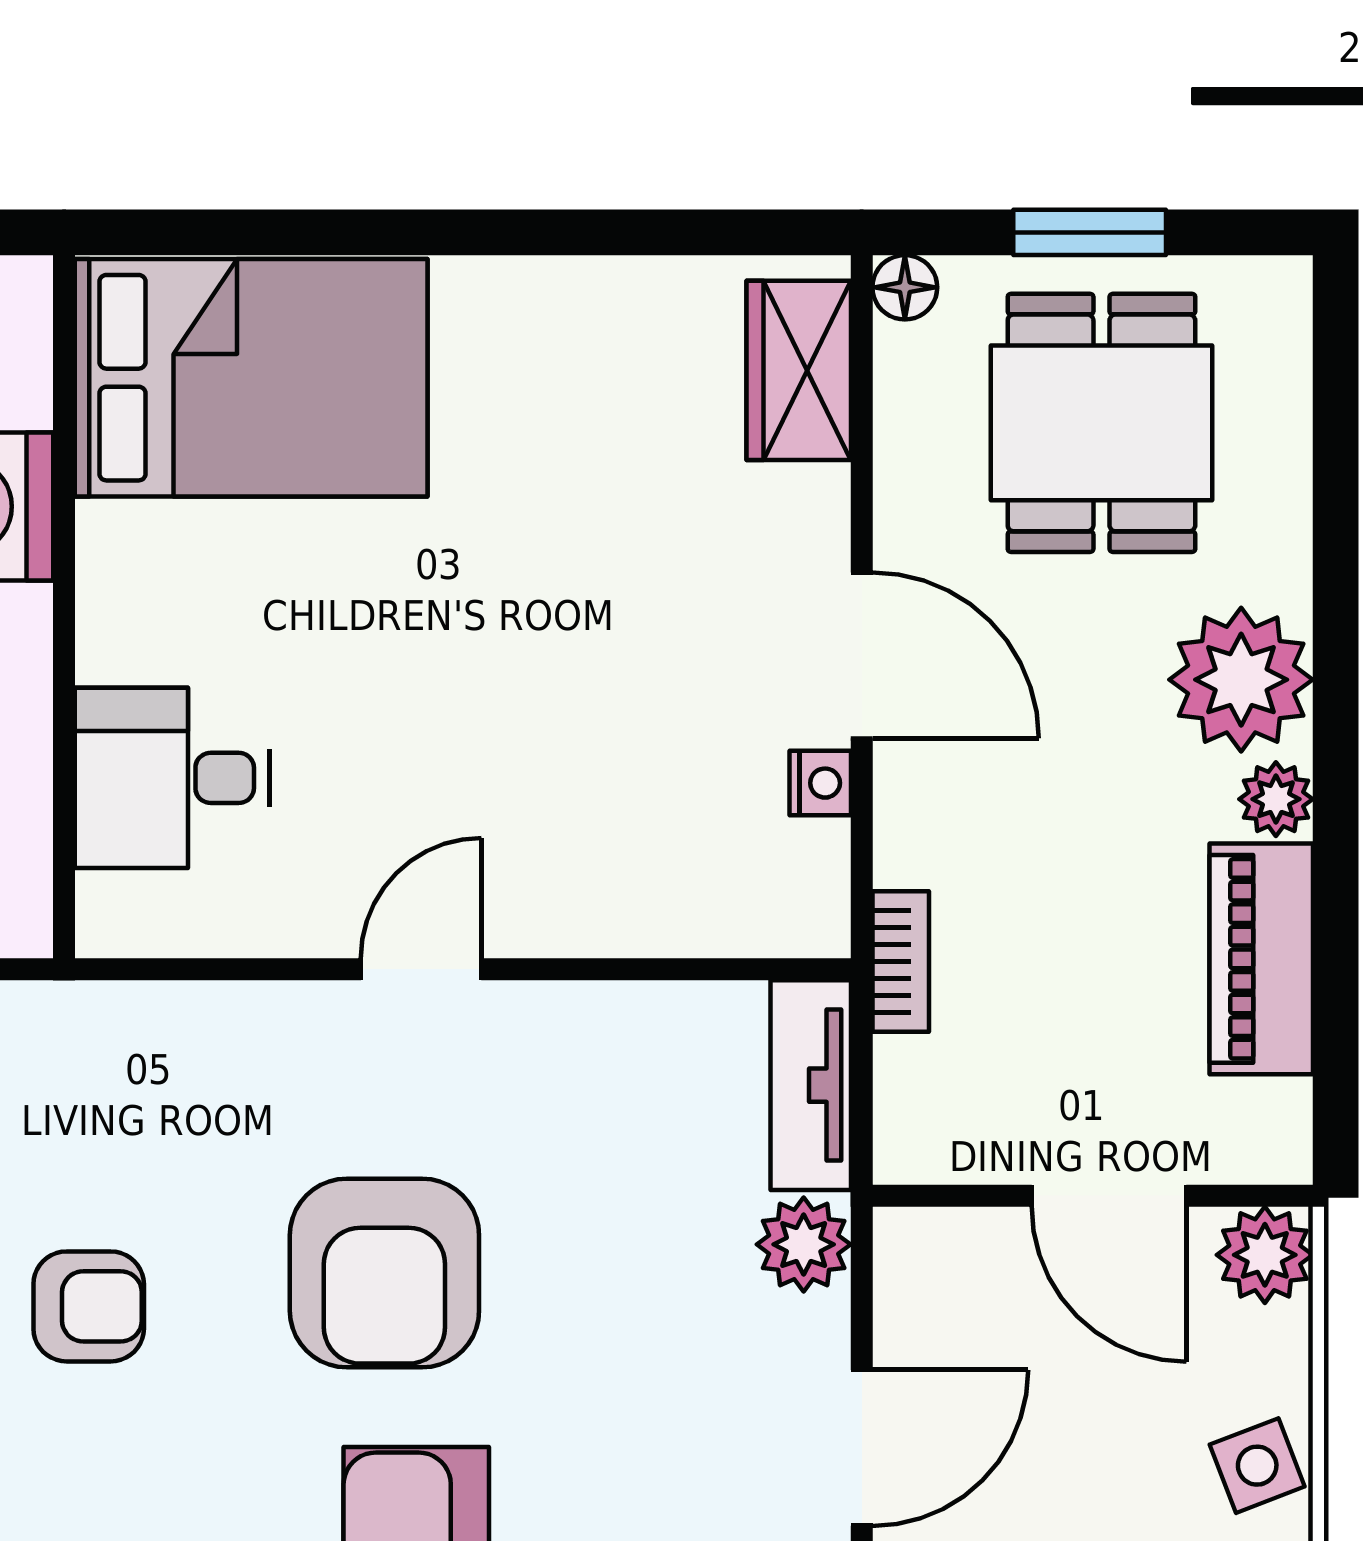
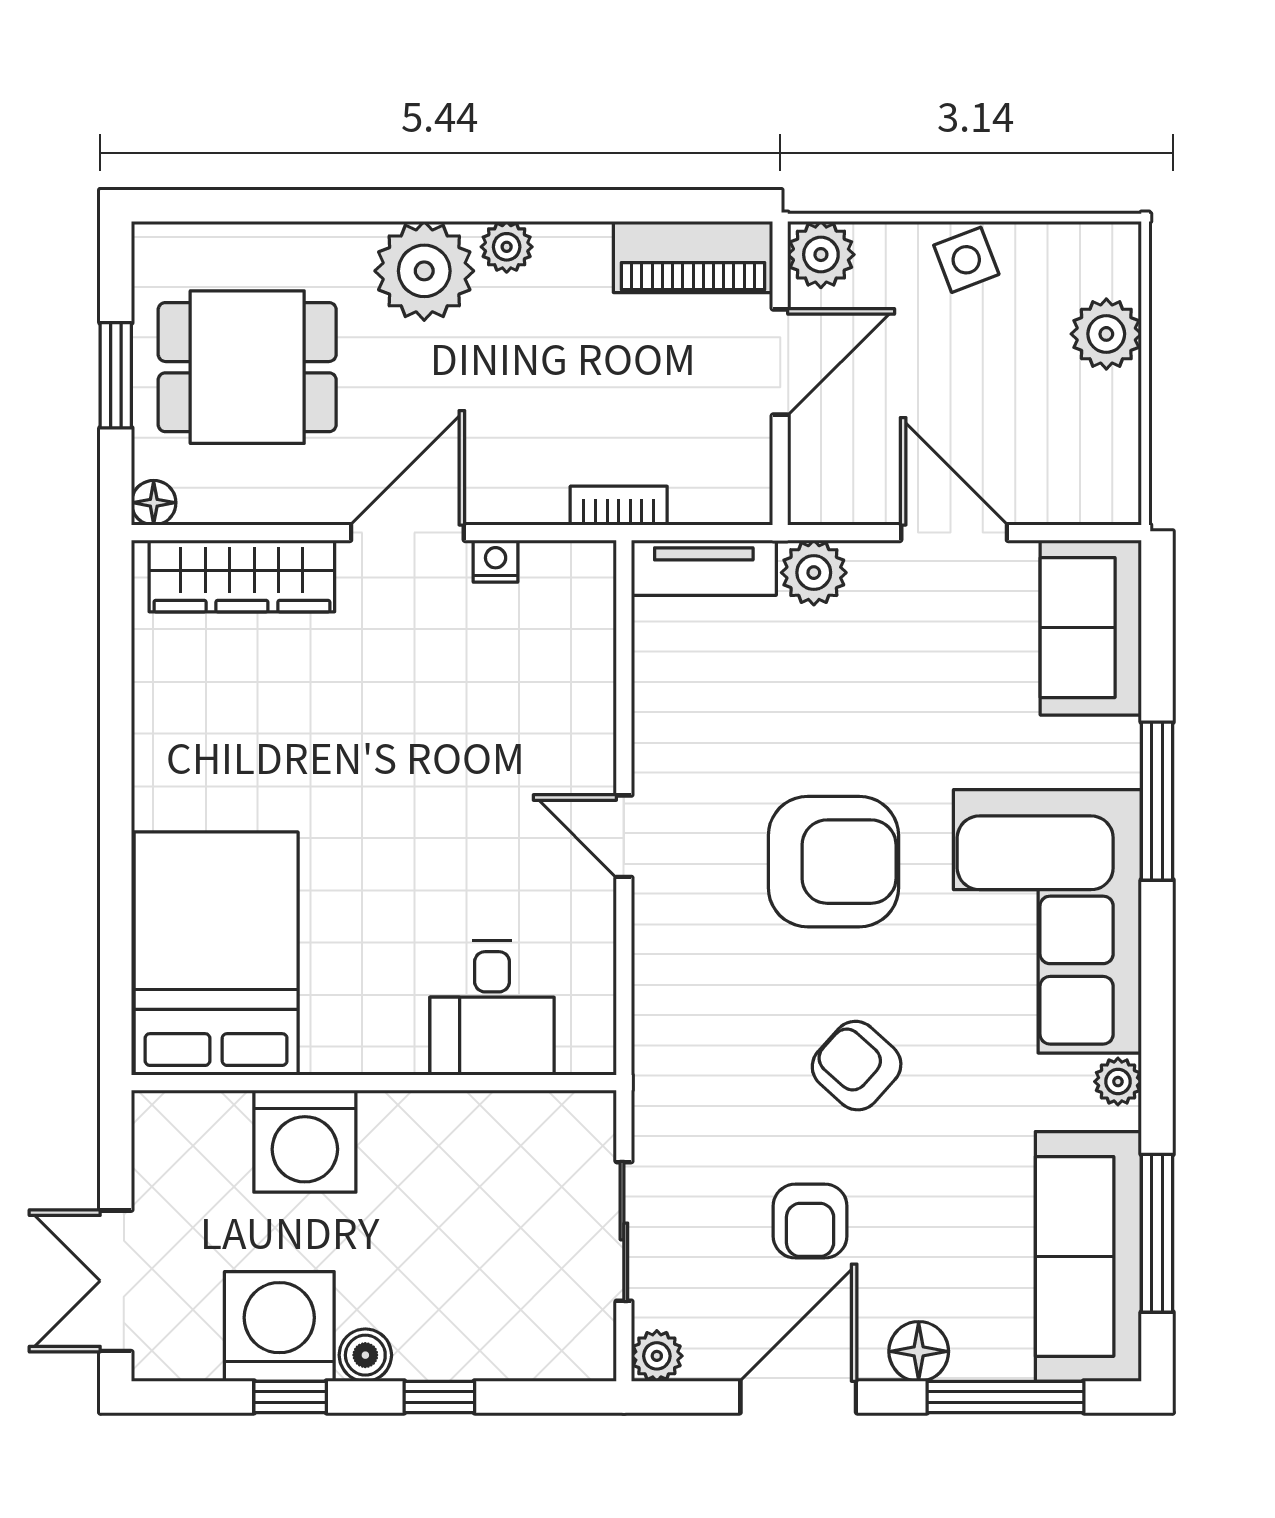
wardrobe: (799, 370) -> (242, 576), width x1.50
piano: (1261, 959) -> (693, 257), moved
armchair: (89, 1306) -> (857, 1066), turned -48

